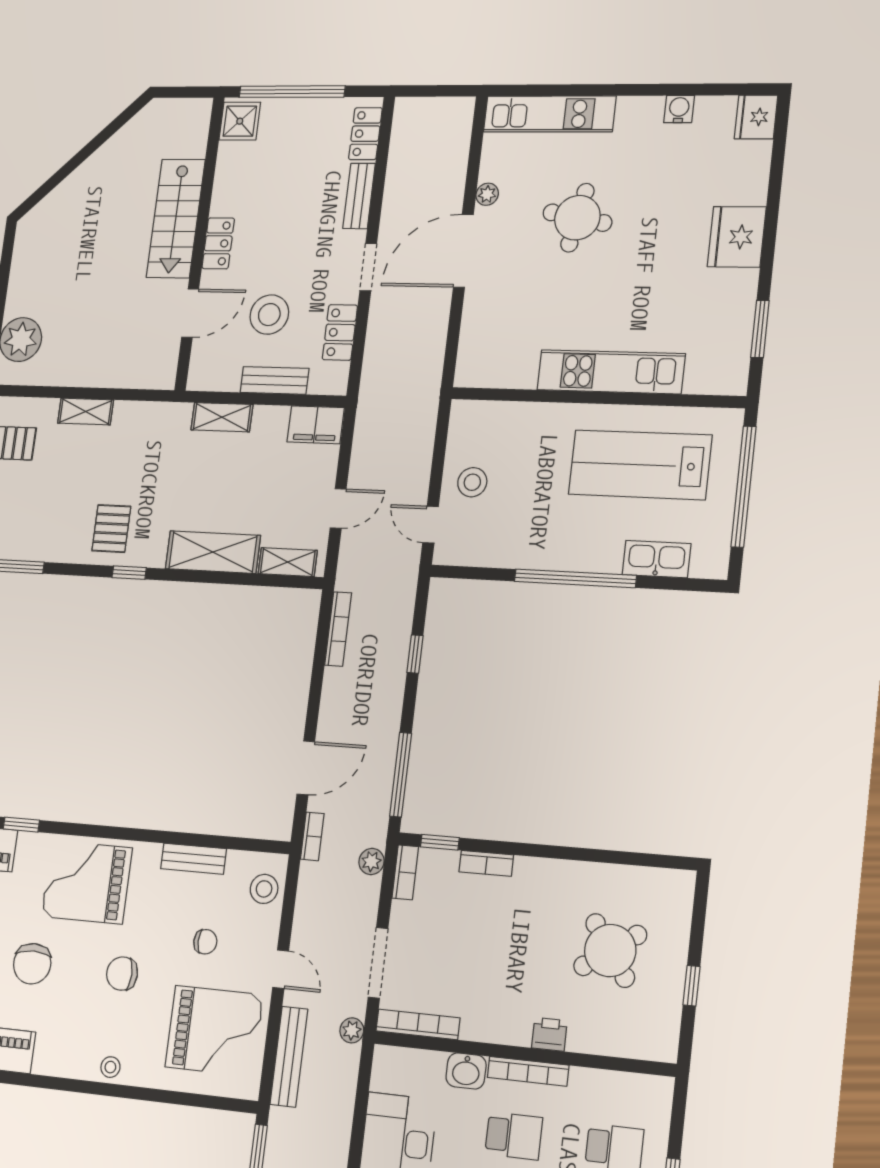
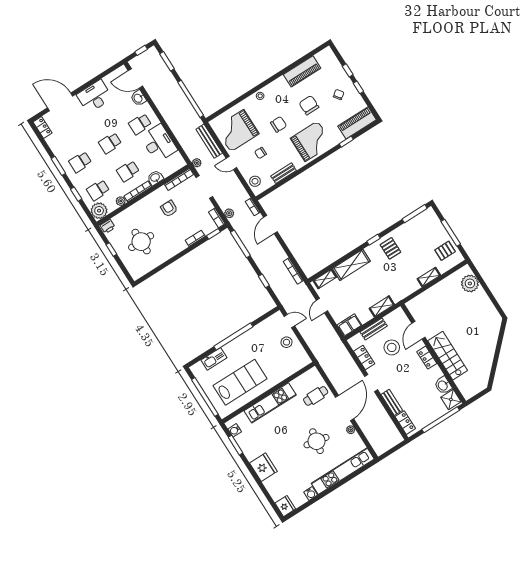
kitchen unit: (549, 114) -> (343, 471), width x1.36
washbasin: (232, 162) -> (443, 385), added
cafe table: (503, 319) -> (316, 396), added
water cooler: (736, 364) -> (235, 430), added
round table: (610, 950) -> (141, 242), turned 35
armchair: (491, 976) -> (169, 209), added
printer: (549, 1034) -> (108, 226), moved
plant: (583, 1081) -> (121, 201), added
plant: (649, 1098) -> (99, 211), added

